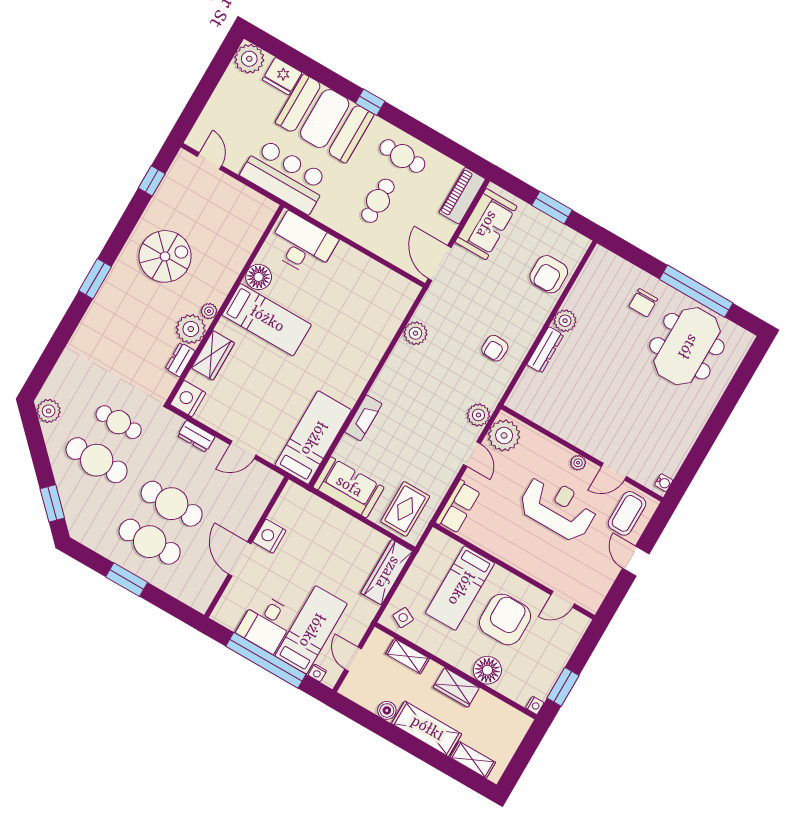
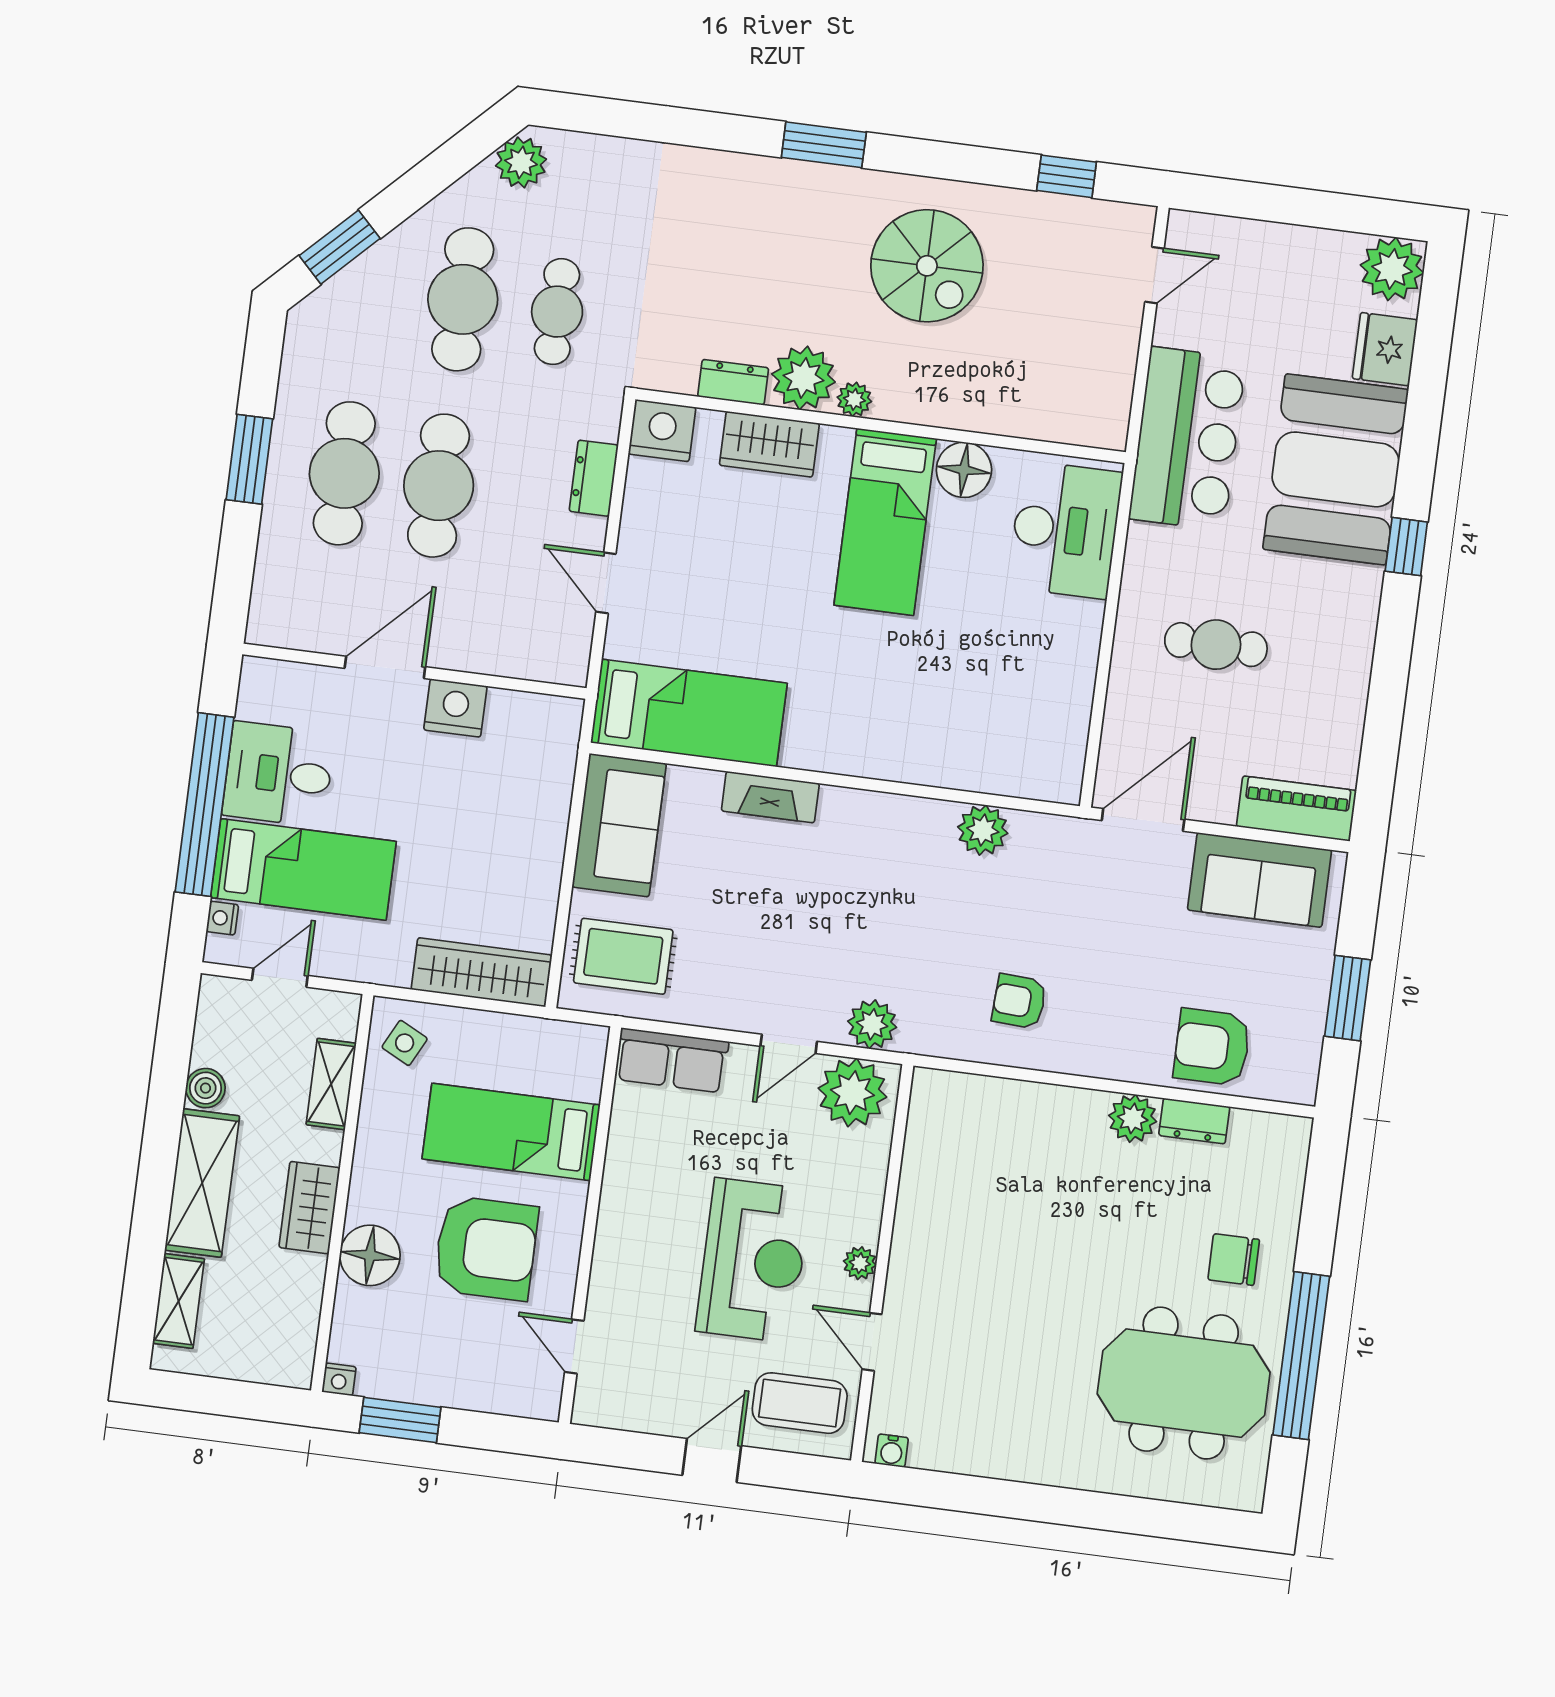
cafe table: (402, 156) -> (1326, 656), removed
dresser: (545, 350) -> (1194, 1121), moved, width x0.70

